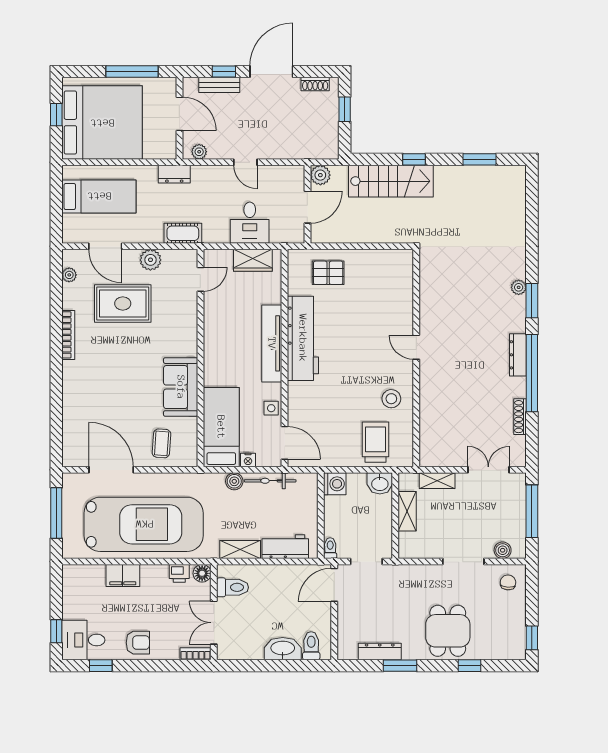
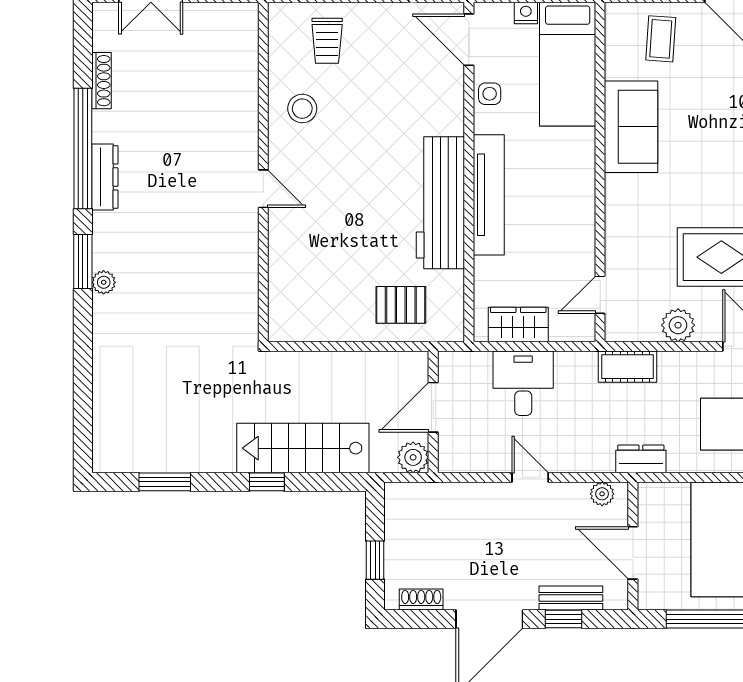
trolley: (375, 442) -> (327, 41), width x0.73, depth x0.72

